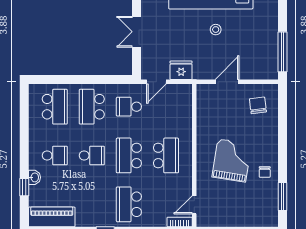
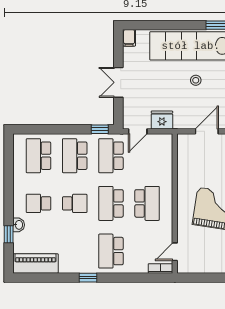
window: (117, 80) -> (100, 129), added
school desk: (55, 107) -> (38, 156), turned 180
school desk: (129, 107) -> (111, 156), width x1.85
school desk: (55, 155) -> (38, 203), turned 180

